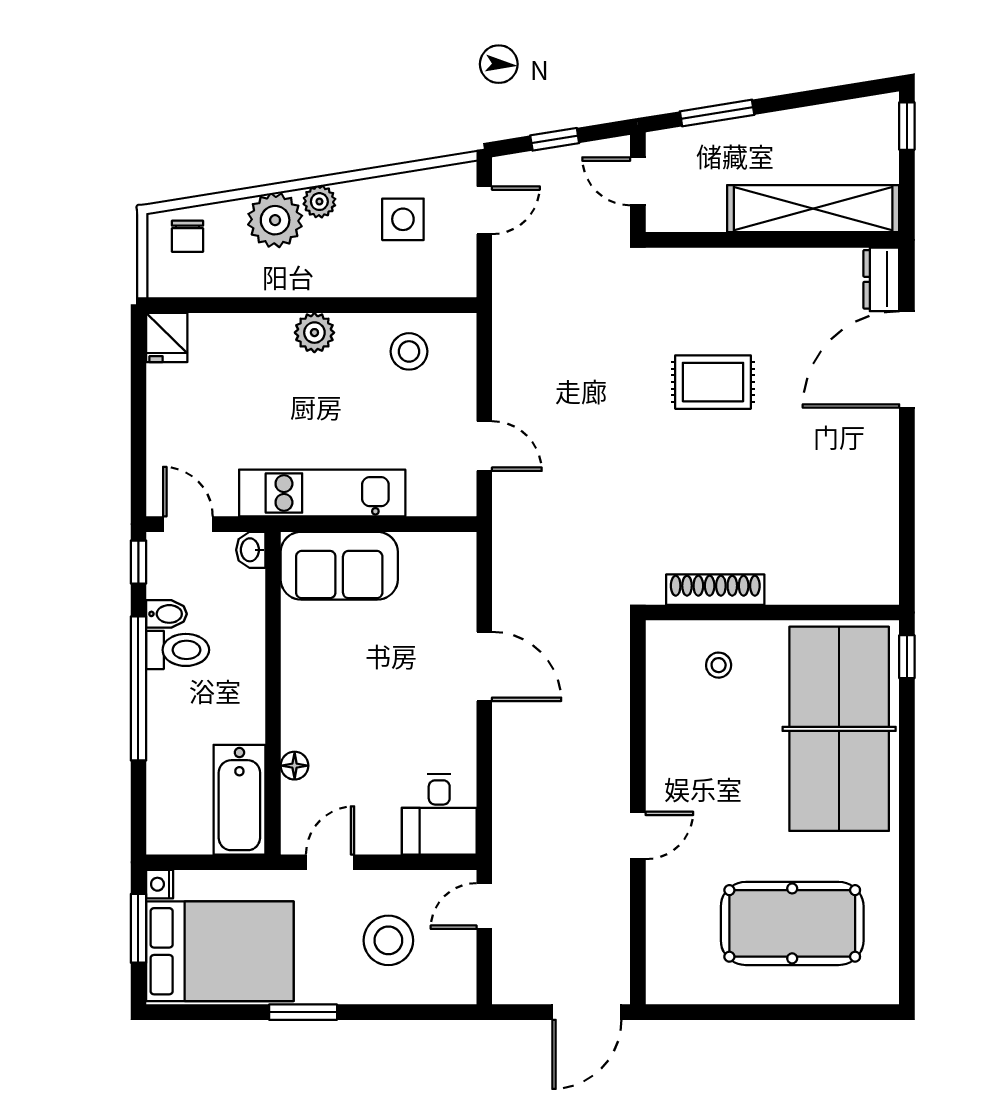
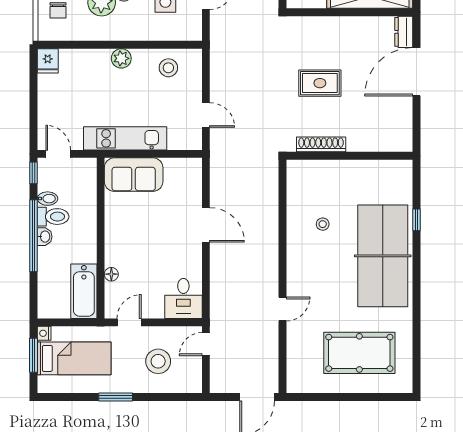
washbasin: (251, 550) -> (45, 237), moved, turned 180
shoe rack: (715, 590) -> (321, 144), moved
wall: (772, 613) -> (349, 156), moved
bed: (220, 951) -> (74, 358), width x0.67

